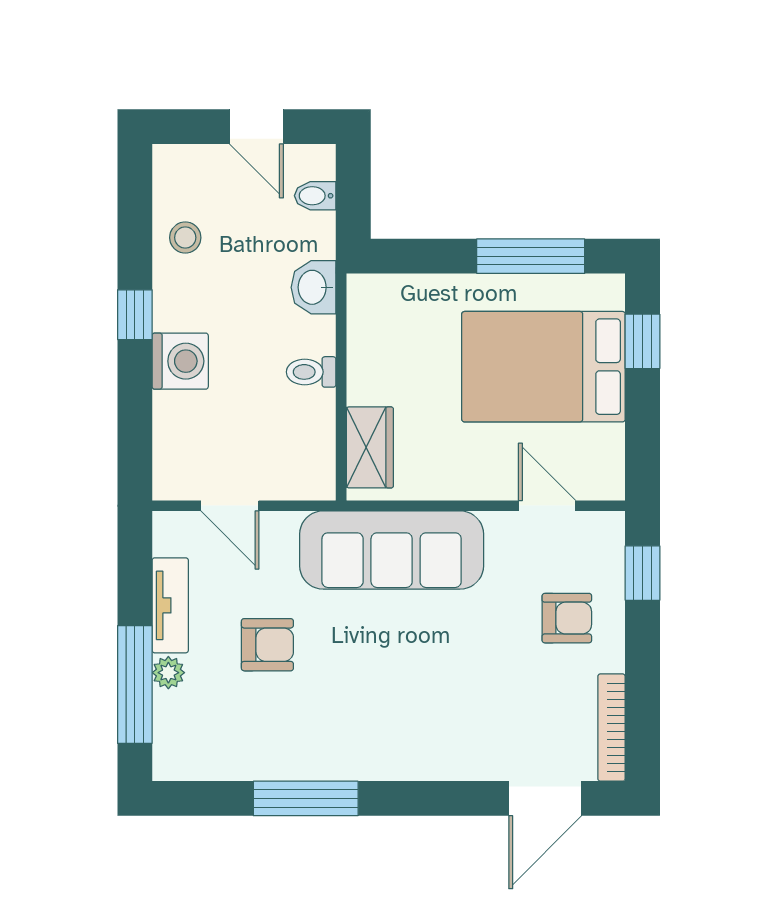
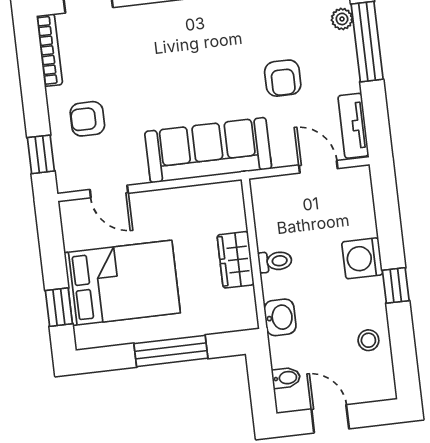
window: (531, 256) -> (171, 351), moved
wardrobe: (370, 447) -> (236, 260), moved
tv unit: (170, 605) -> (353, 126), moved
armchair: (267, 645) -> (283, 78), turned -90
plant: (168, 673) -> (342, 19), moved

